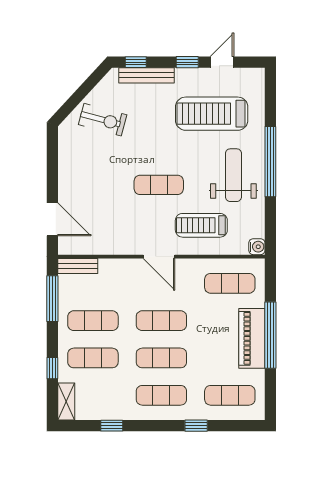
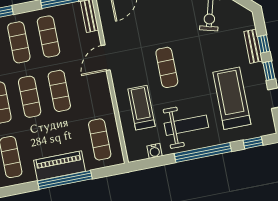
window: (136, 62) -> (264, 44), moved
bench: (146, 75) -> (253, 46), width x0.73
window: (270, 99) -> (253, 143), added
water cooler: (257, 247) -> (155, 151), moved
door: (159, 257) -> (106, 58), moved

